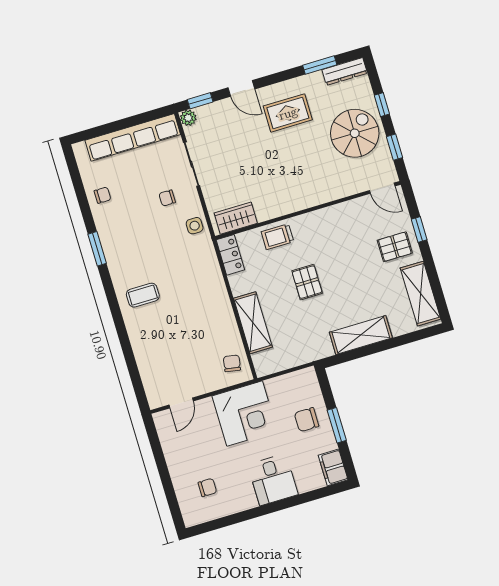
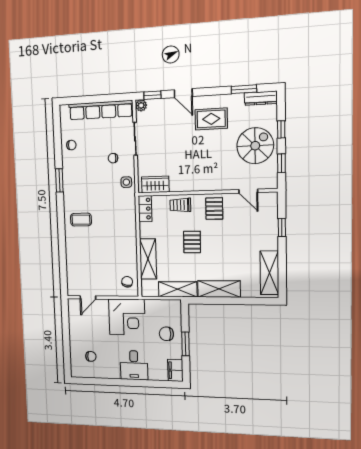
door: (382, 188) -> (248, 191), moved
pallet: (395, 247) -> (214, 209), moved, turned 90
shelving: (305, 353) -> (178, 289), added

